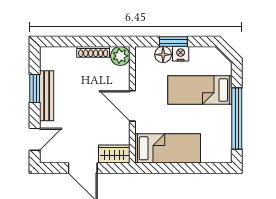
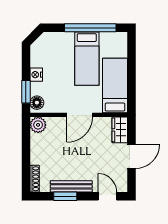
window: (173, 41) -> (26, 92), moved
shoe rack: (93, 52) -> (35, 179), moved
floor lamp: (163, 55) -> (37, 103), moved
bed: (200, 90) -> (87, 59), moved

